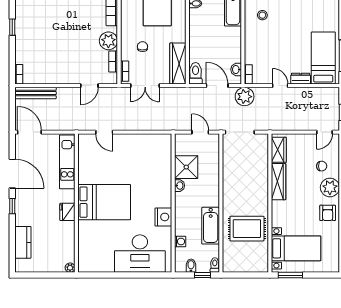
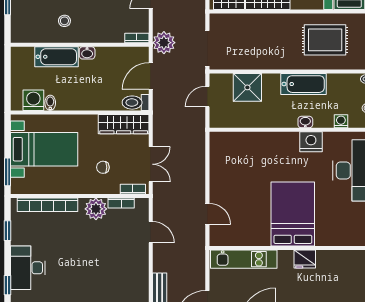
washbasin: (236, 69) -> (87, 53), moved
door: (104, 132) -> (207, 214), hinge flipped
shower: (186, 167) -> (247, 87), moved
washbasin: (180, 186) -> (305, 122), moved
bathtub: (211, 226) -> (303, 84), moved
rug: (247, 229) -> (325, 40), turned 90

